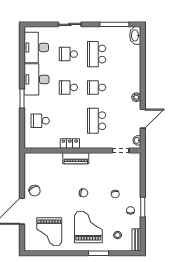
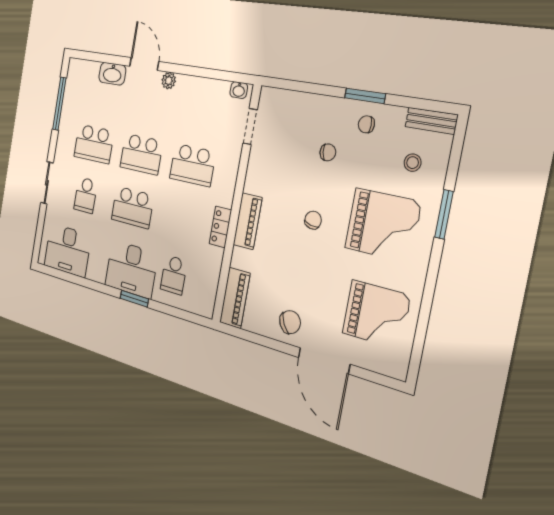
washbasin: (135, 35) -> (112, 74), moved
desk: (37, 79) -> (131, 269), moved
school desk: (68, 87) -> (132, 207), width x1.85
school desk: (97, 87) -> (141, 154), width x1.85
door: (143, 119) -> (144, 64), moved
piano: (38, 159) -> (235, 298), added
grand piano: (88, 227) -> (383, 225), turned 180

